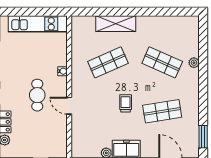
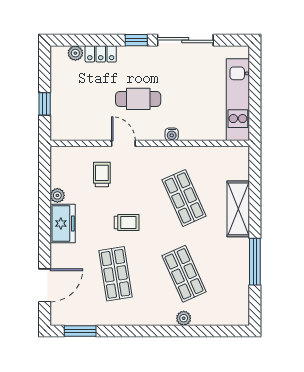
window: (153, 12) -> (255, 262), added
shop shelf: (162, 62) -> (184, 274), turned -48
door: (69, 106) -> (123, 143), hinge flipped
trolley: (91, 121) -> (102, 175), added

